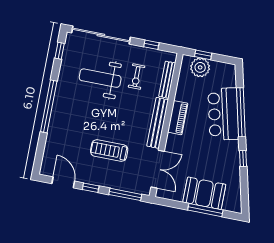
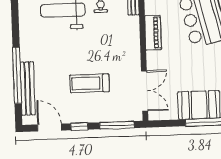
window: (49, 106) -> (17, 75), moved
bench: (158, 123) -> (28, 88), moved

